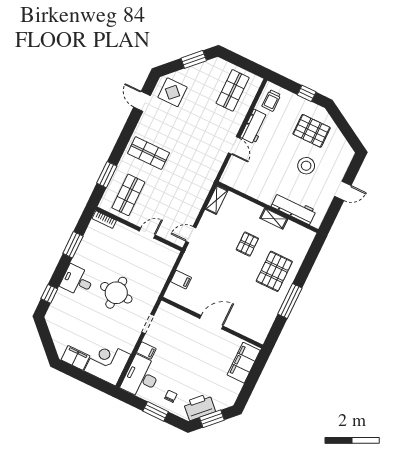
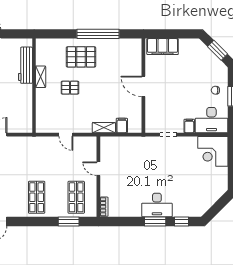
shop shelf: (128, 195) -> (76, 197), turned 90
shelving: (217, 200) -> (104, 128), moved
door: (191, 235) -> (66, 135), moved
window: (73, 245) -> (155, 221), moved
desk: (77, 281) -> (157, 205), width x1.37
round table: (116, 293) -> (156, 170), removed
window: (290, 301) -> (98, 34), width x1.46
filing cabinet: (76, 358) -> (221, 178), removed
printer: (199, 407) -> (213, 64), removed

